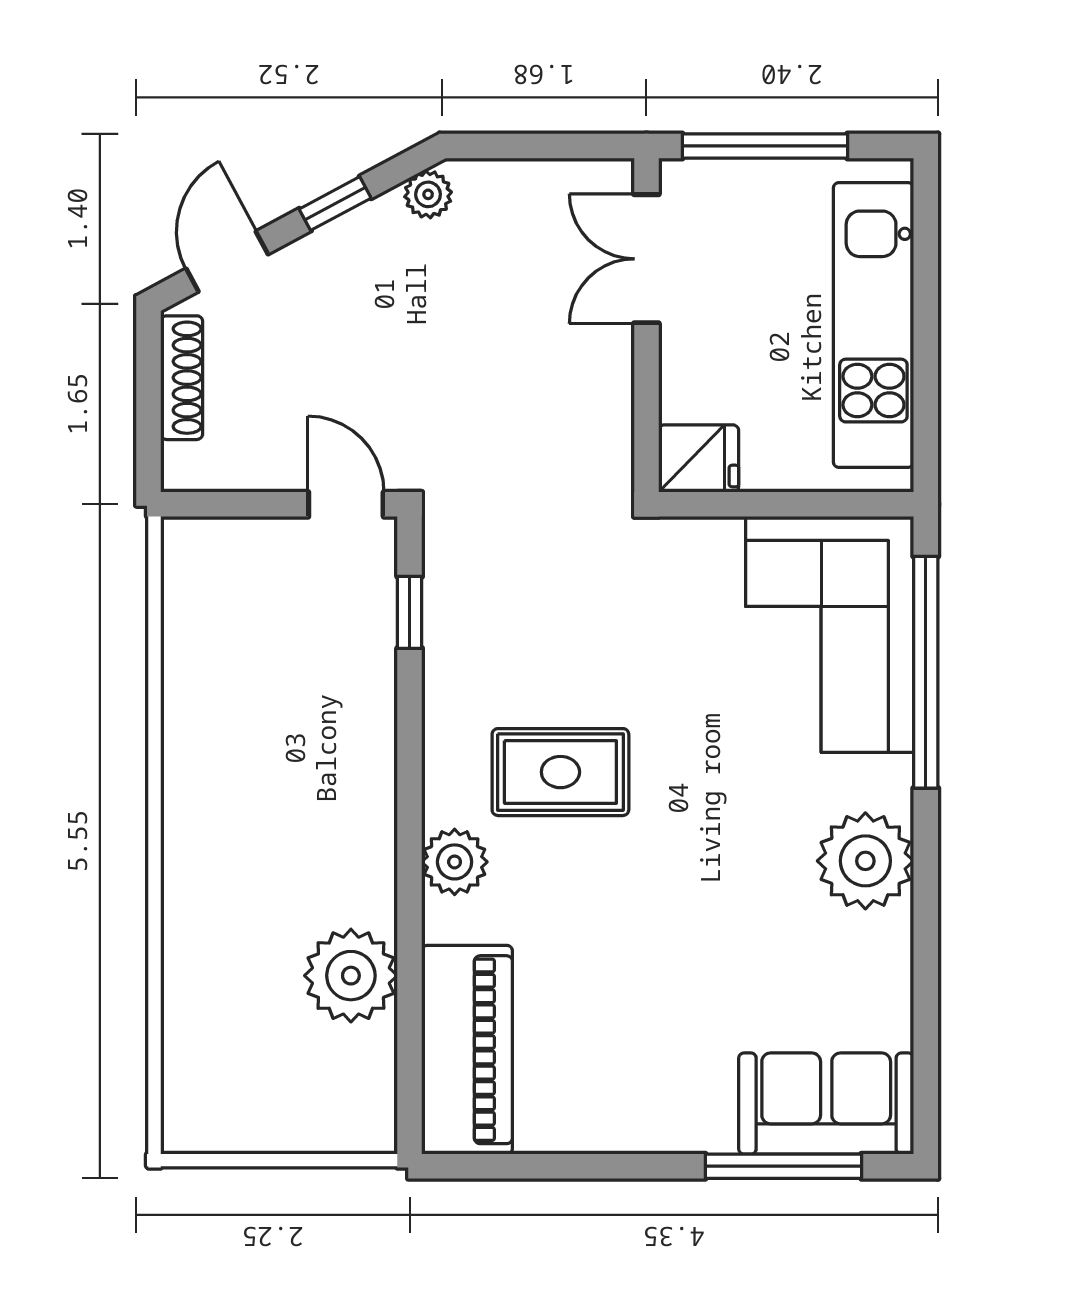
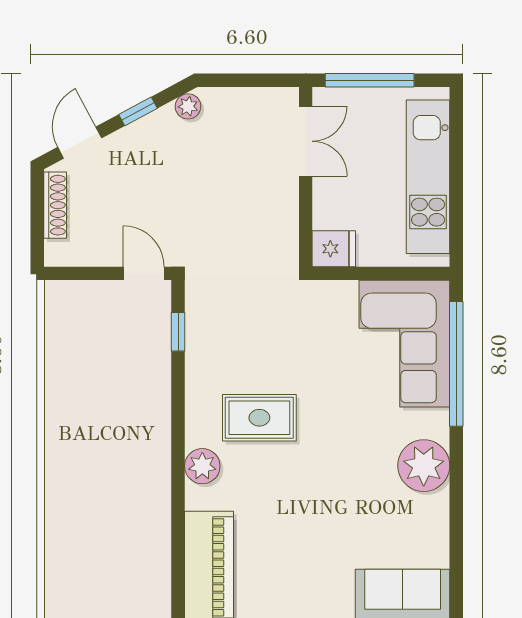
double door: (646, 259) -> (306, 141), swing flipped
plant: (351, 976) -> (146, 527), removed

